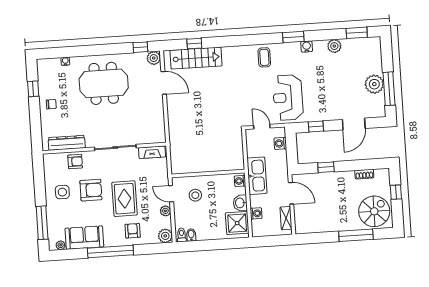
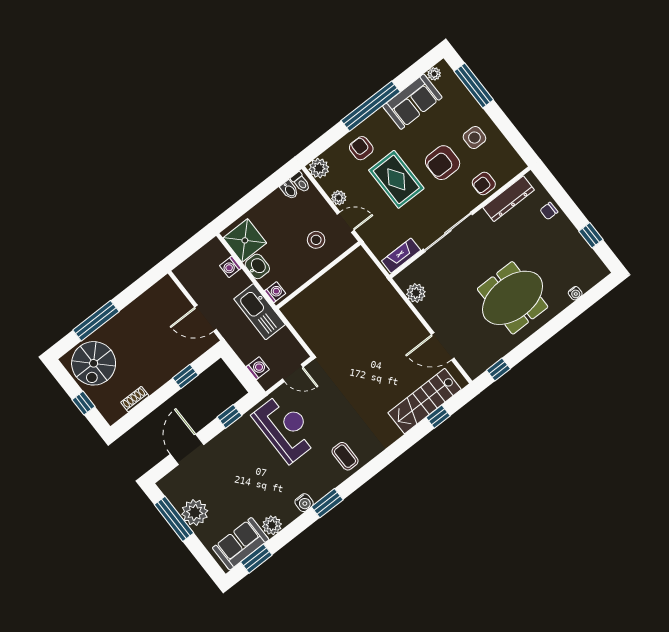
sofa: (360, 48) -> (241, 544), added
plant: (154, 58) -> (416, 293), moved
chair: (51, 104) -> (549, 211), moved
shelving: (286, 218) -> (192, 285), removed
armchair: (133, 231) -> (361, 148), turned 180

